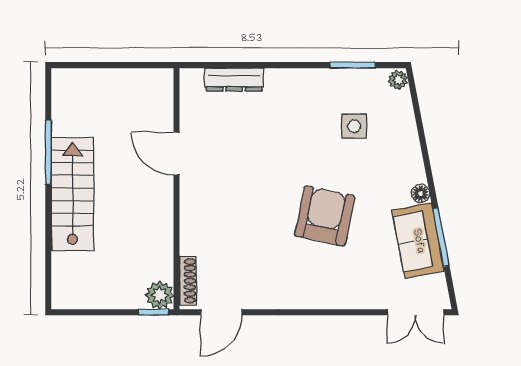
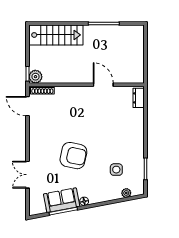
dresser: (234, 80) -> (139, 98), moved, width x0.70
plant: (398, 80) -> (126, 193), moved
door: (177, 154) -> (103, 85), hinge flipped
stairs: (72, 194) -> (56, 35), moved
double door: (416, 312) -> (27, 175), moved

